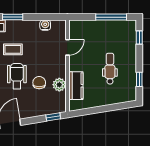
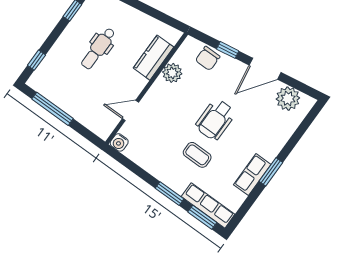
water cooler: (45, 25) -> (119, 142), moved
chair: (39, 83) -> (208, 58), moved
window: (53, 117) -> (228, 50), moved

